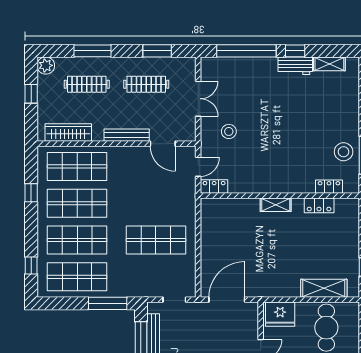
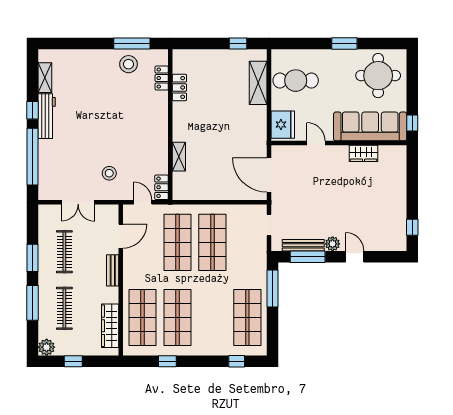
window: (157, 51) -> (33, 258), moved
workbench: (295, 66) -> (47, 116), width x1.37
double door: (198, 99) -> (78, 202), swing flipped
bench: (127, 135) -> (113, 270), width x0.73
shelving: (276, 205) -> (179, 157), moved
shop shelf: (77, 240) -> (177, 242), moved

